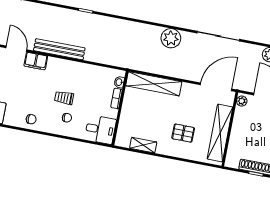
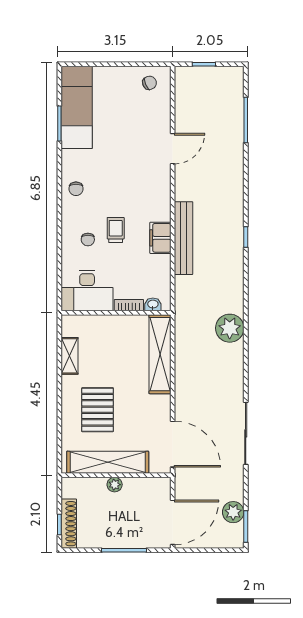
plant: (171, 38) -> (230, 328), moved
bench: (59, 49) -> (184, 238), moved
filing cabinet: (36, 61) -> (160, 238), moved
plant: (242, 101) -> (115, 485), moved
desk: (100, 130) -> (87, 291), width x1.37
pallet: (183, 133) -> (98, 410), width x1.50, depth x1.42

